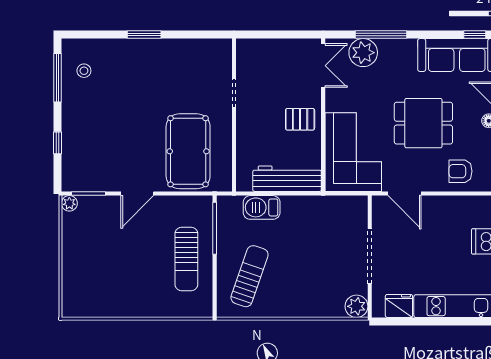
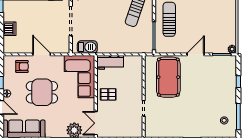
workbench: (287, 179) -> (110, 62), width x0.73
door: (404, 194) -> (42, 54), moved
barbecue: (262, 207) -> (87, 47), moved

